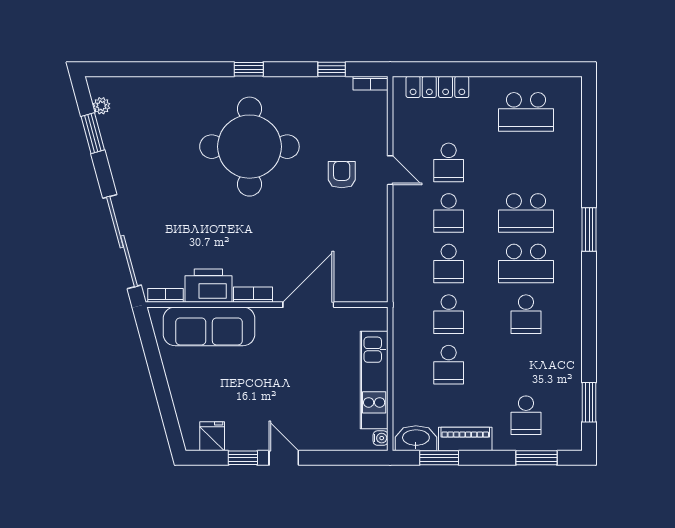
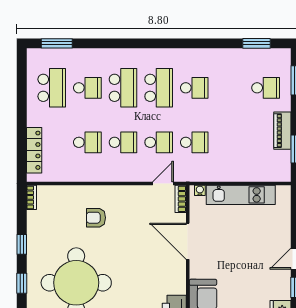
window: (332, 69) -> (22, 244), moved
door: (390, 170) -> (163, 184), moved
window: (589, 229) -> (57, 43), moved
bookcase: (253, 295) -> (181, 199), moved
school desk: (449, 365) -> (87, 88), moved
water cooler: (381, 438) -> (200, 190), moved
washbasin: (416, 438) -> (282, 165), removed

